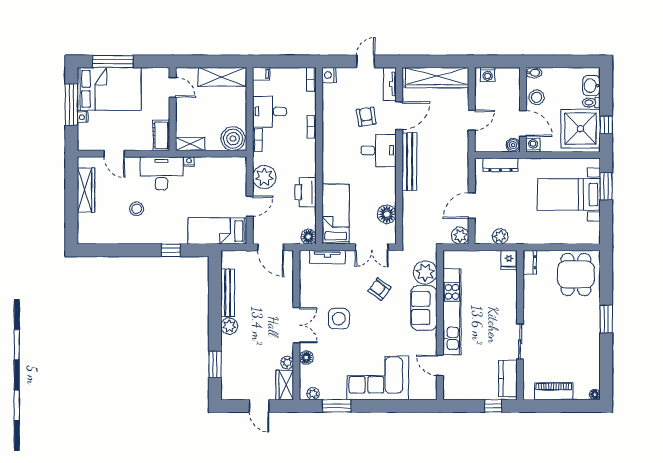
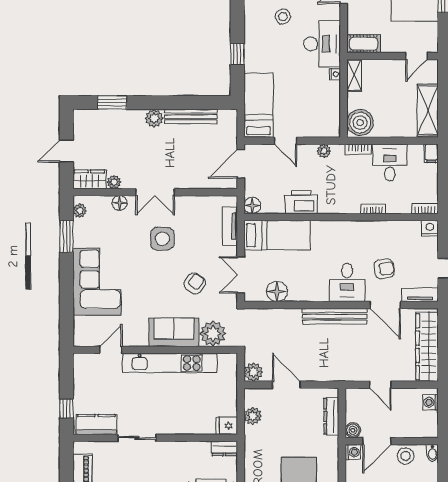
plant: (264, 177) -> (324, 151), width x0.53, depth x0.53

